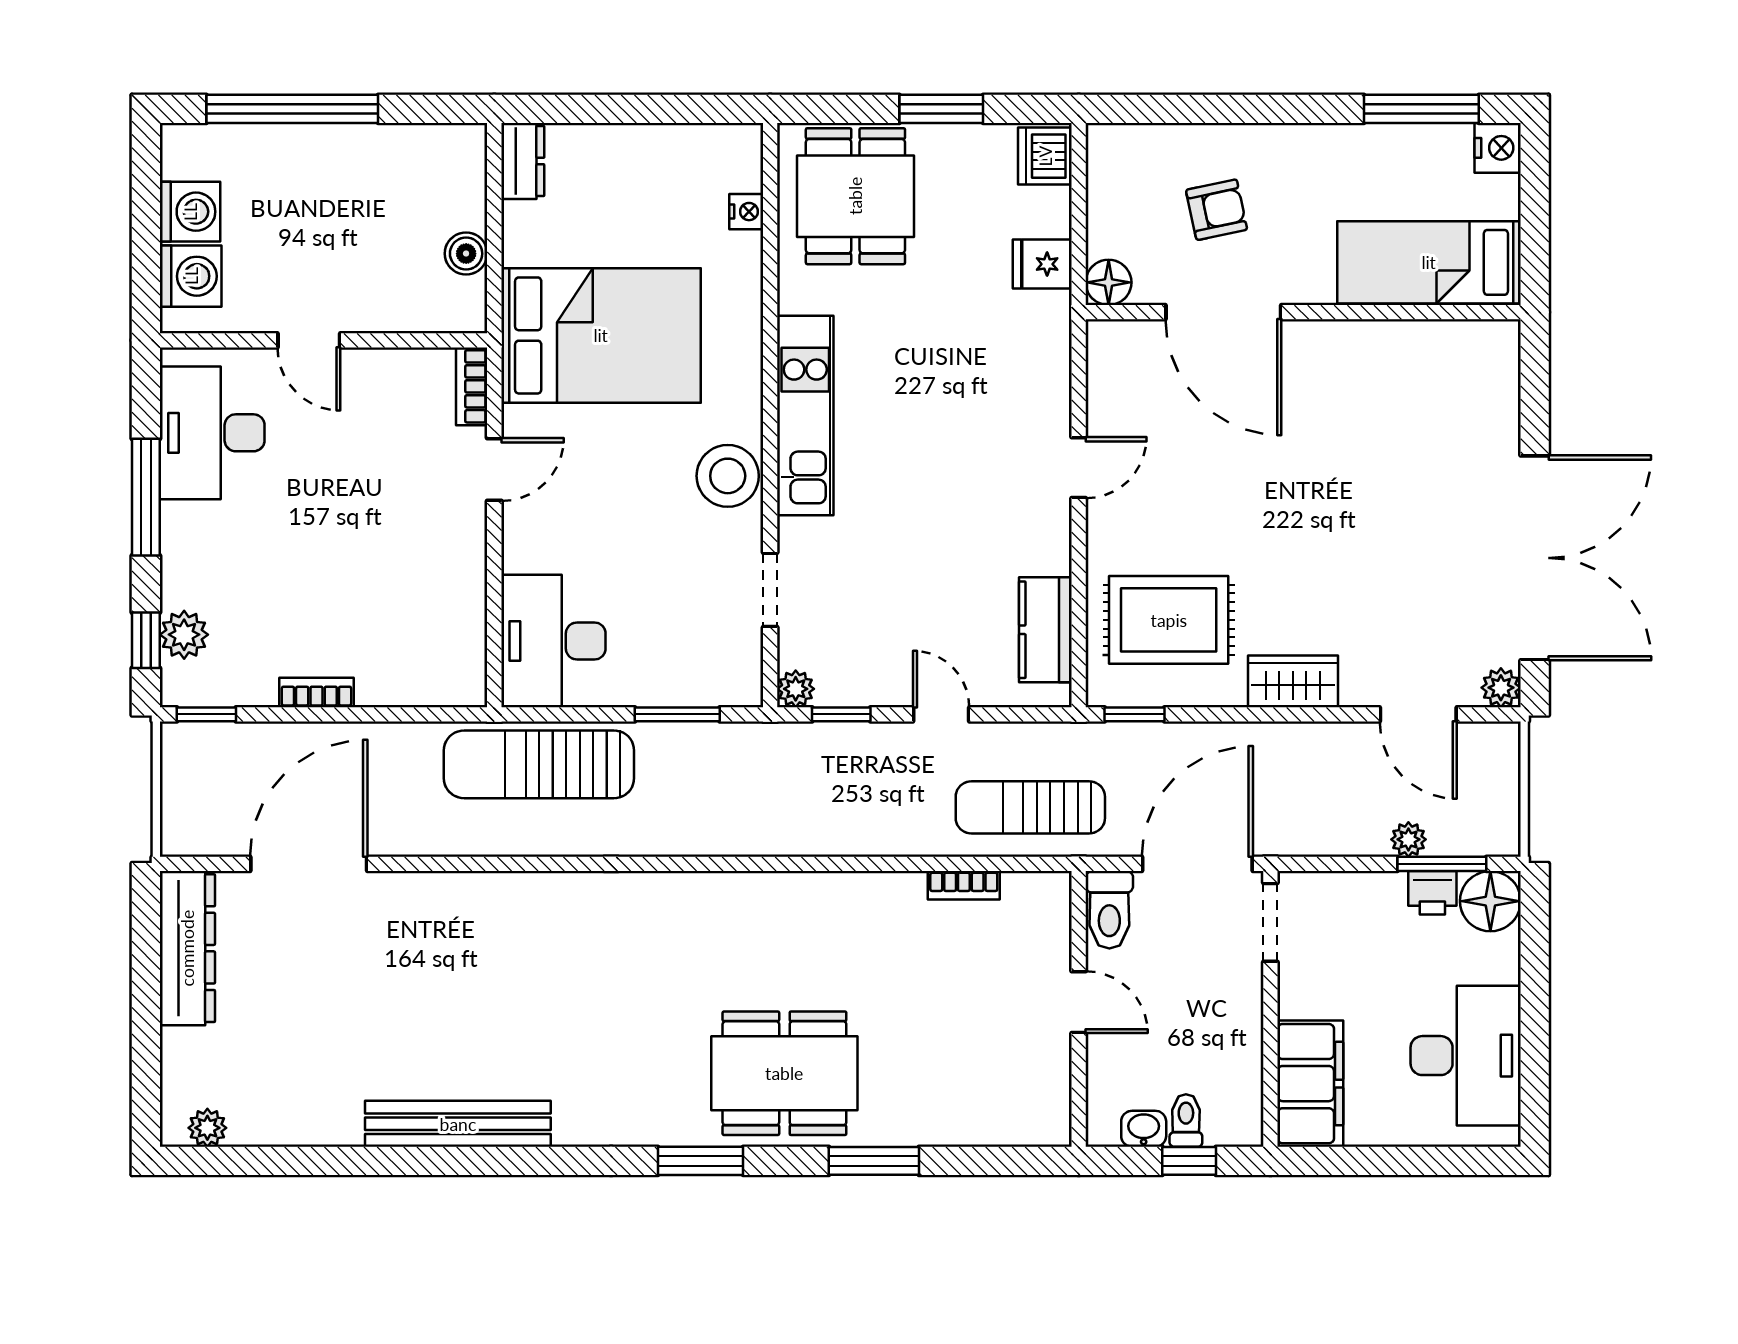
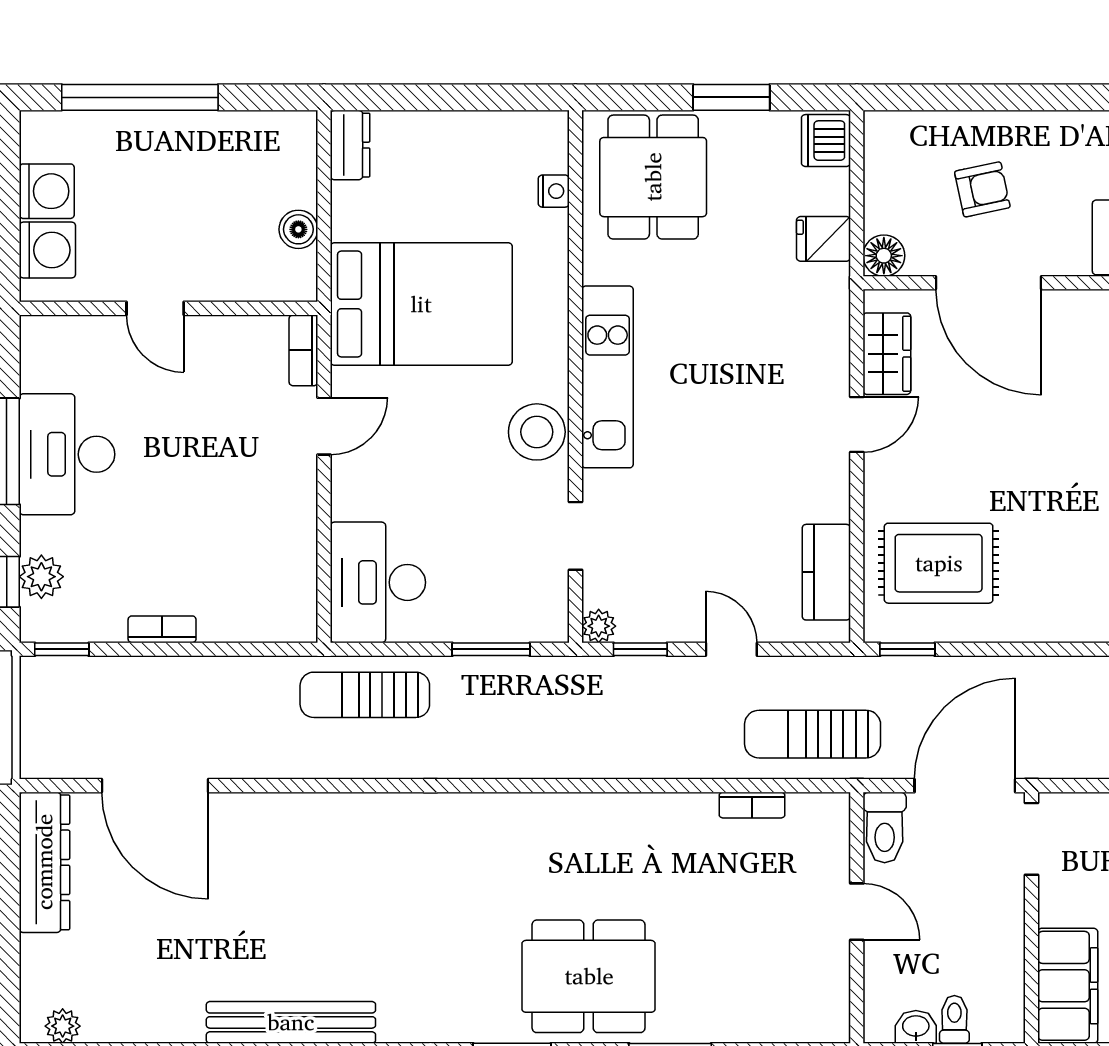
desk: (212, 433) -> (67, 454), moved
wardrobe: (1293, 681) -> (887, 354), moved, turned 90
sun lounger: (539, 764) -> (365, 695), width x0.73, depth x0.75
door: (309, 864) -> (155, 786), swing flipped

